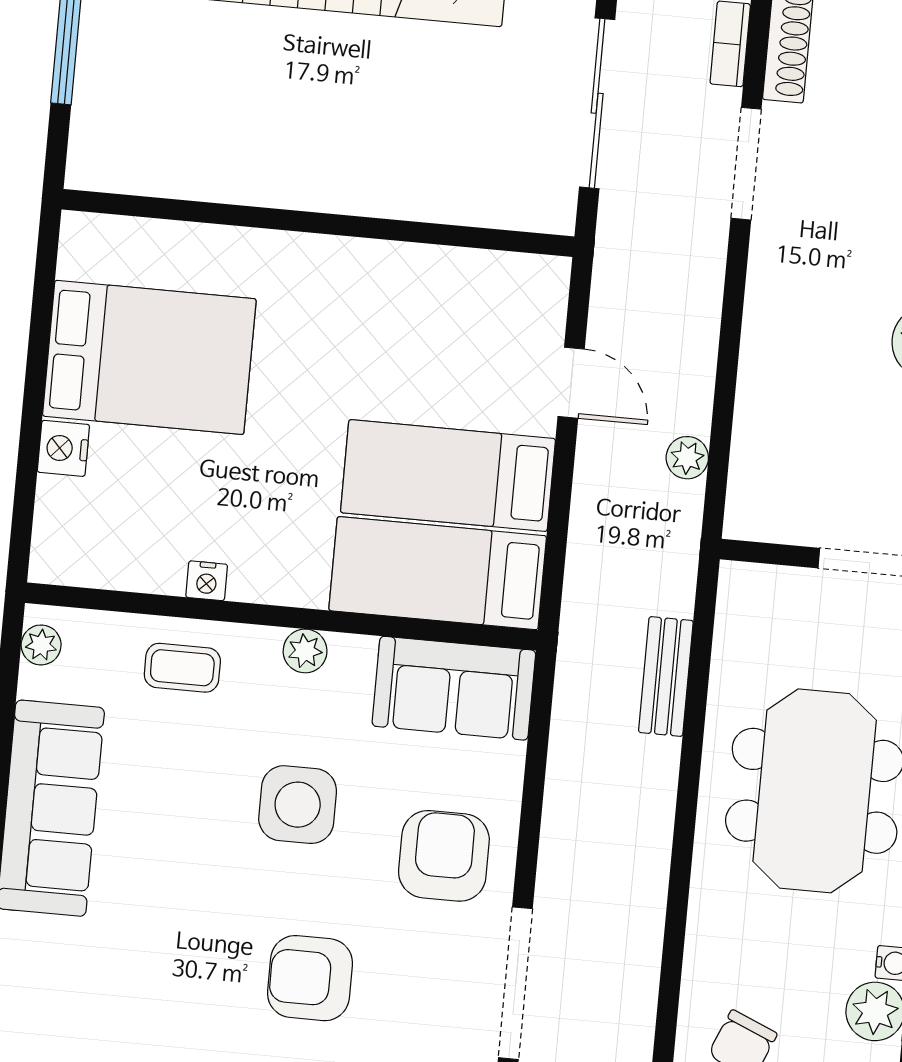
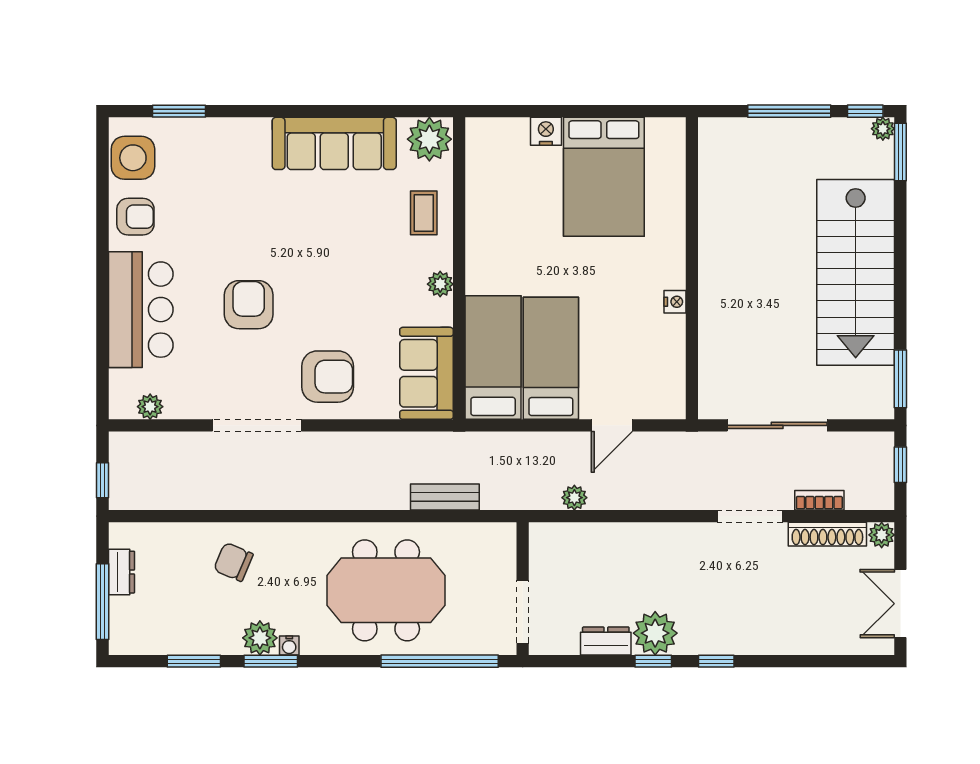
nightstand: (207, 581) -> (675, 302), moved, turned 180
plant: (41, 645) -> (429, 139), width x1.87, depth x1.87
side table: (298, 805) -> (350, 288), removed

